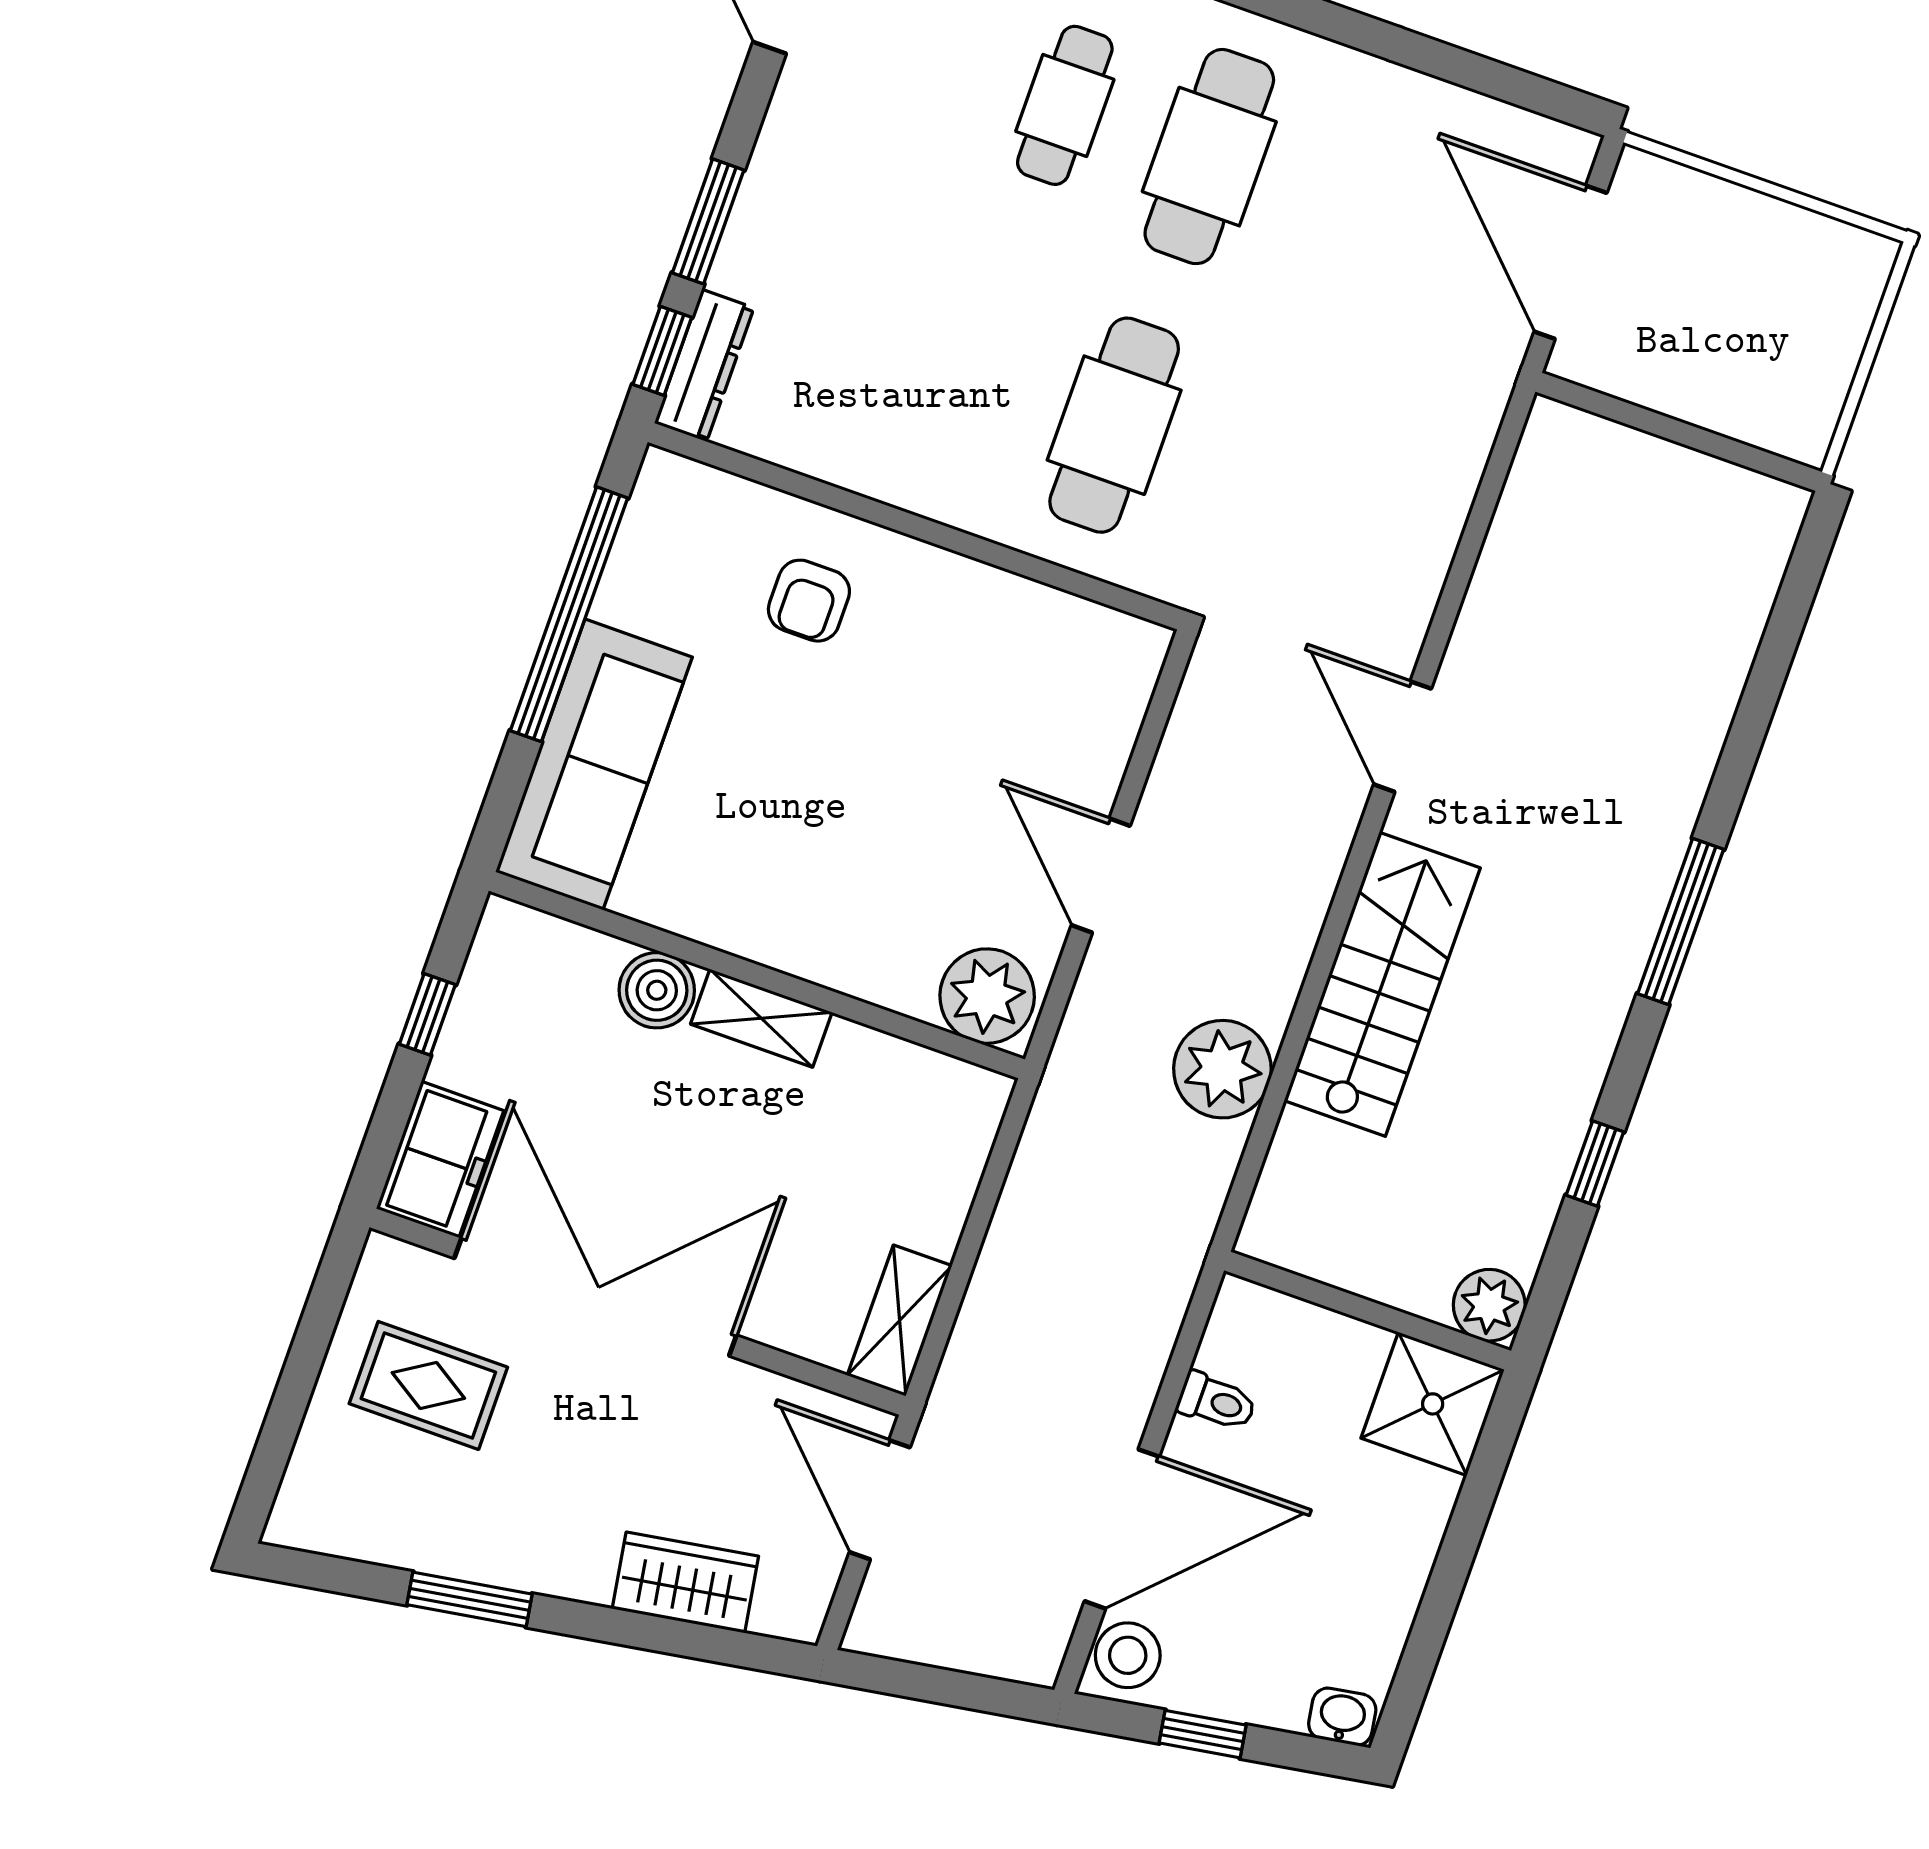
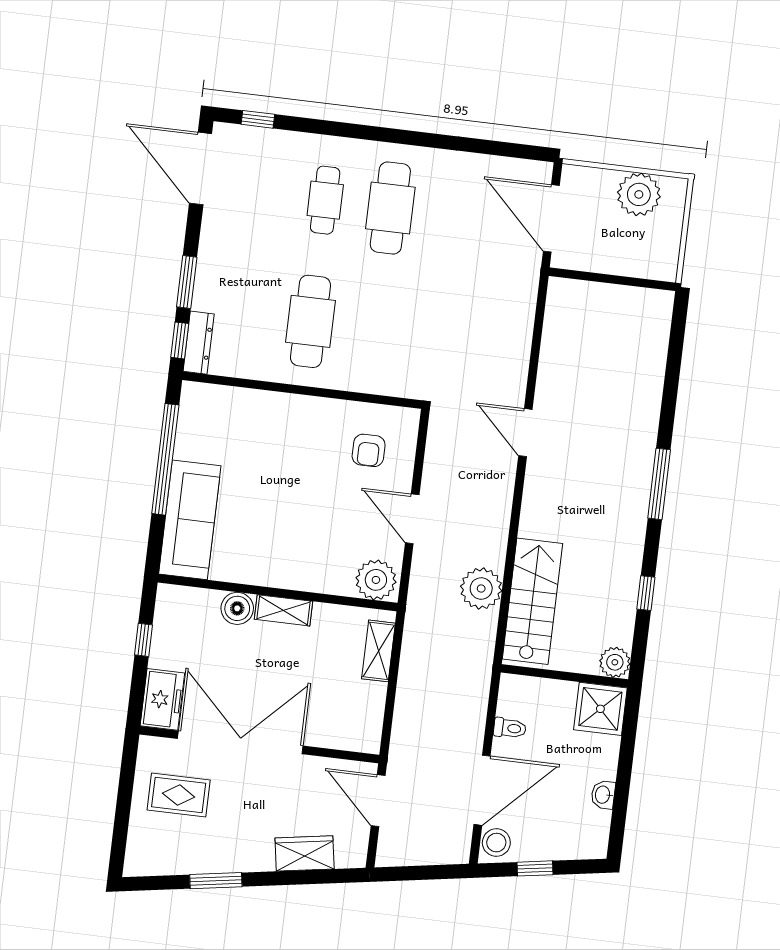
plant: (1782, 252) -> (639, 194), added
cafe table: (1114, 425) -> (310, 321), moved
armchair: (809, 601) -> (369, 450), moved
stairs: (1382, 984) -> (532, 601), moved
shelving: (900, 1321) -> (378, 651), moved
washbasin: (1342, 1717) -> (603, 795), moved, turned -81

